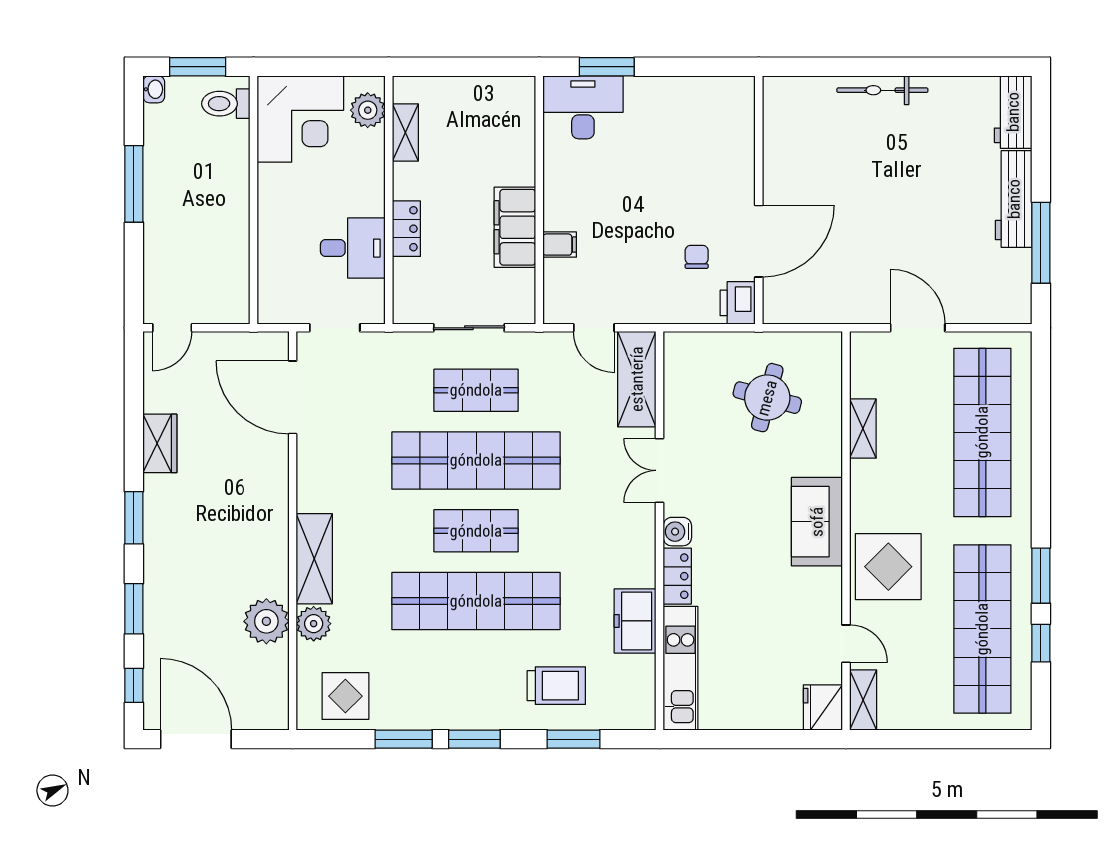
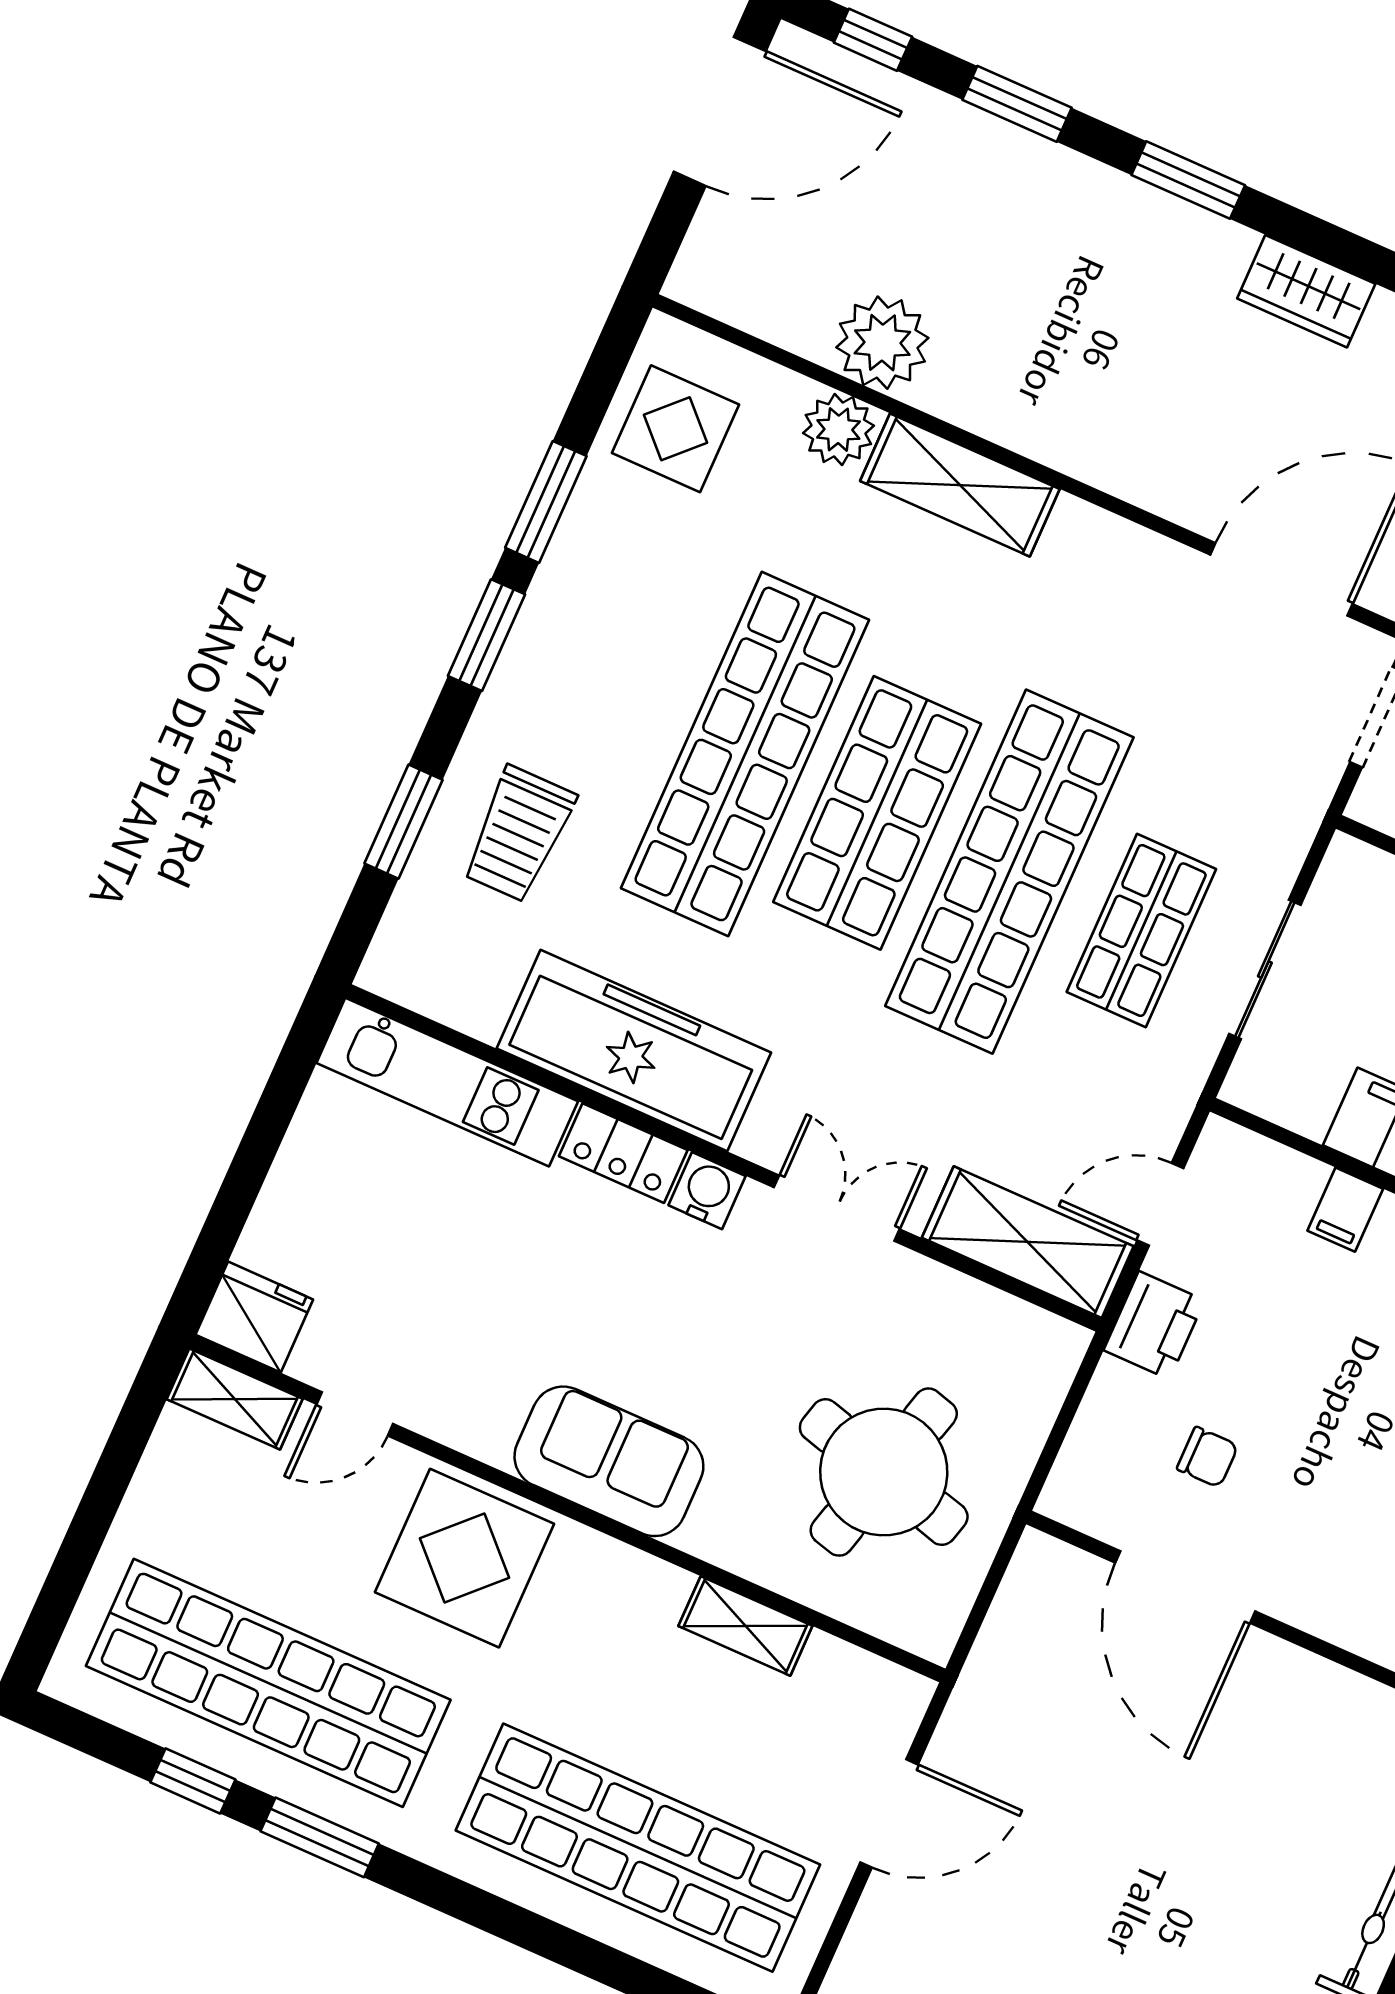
printer: (738, 303) -> (1154, 1325), moved, turned 90
round table: (767, 398) -> (884, 1472), width x1.36, depth x1.36
shop shelf: (476, 531) -> (877, 813), width x1.43, depth x1.36
freezer: (635, 621) -> (634, 1050), width x1.91, depth x1.26

